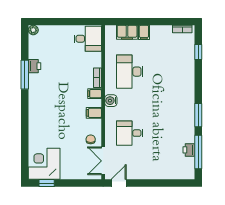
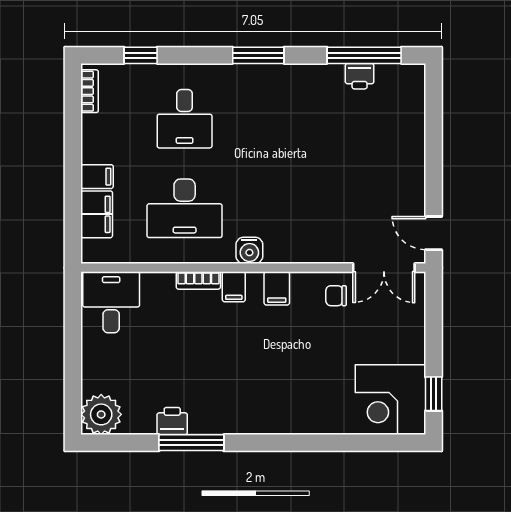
plant: (33, 30) -> (101, 414), width x1.87, depth x1.87
window: (198, 115) -> (258, 55), moved
desk: (130, 133) -> (185, 119), moved

